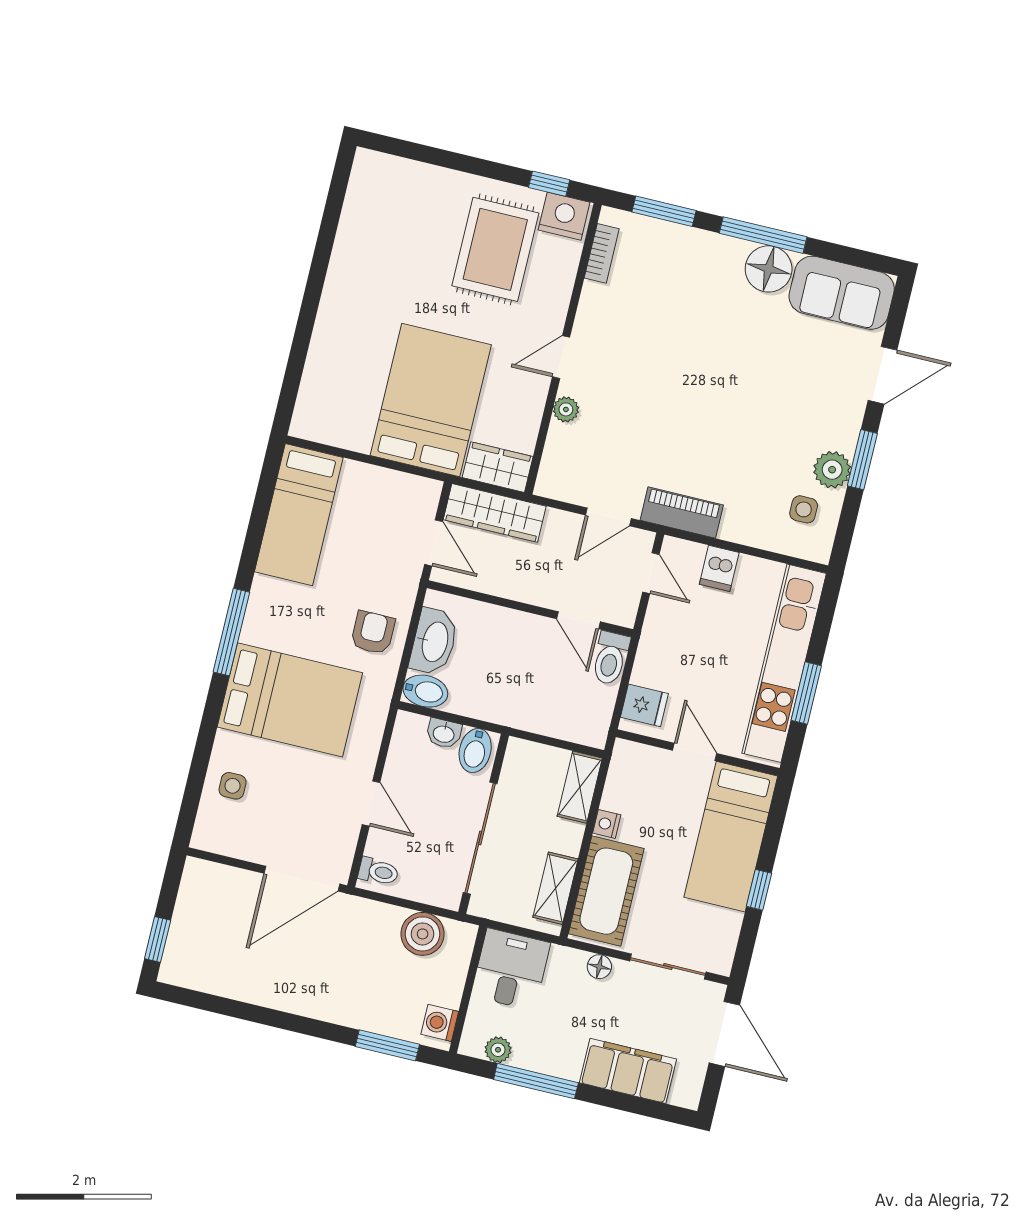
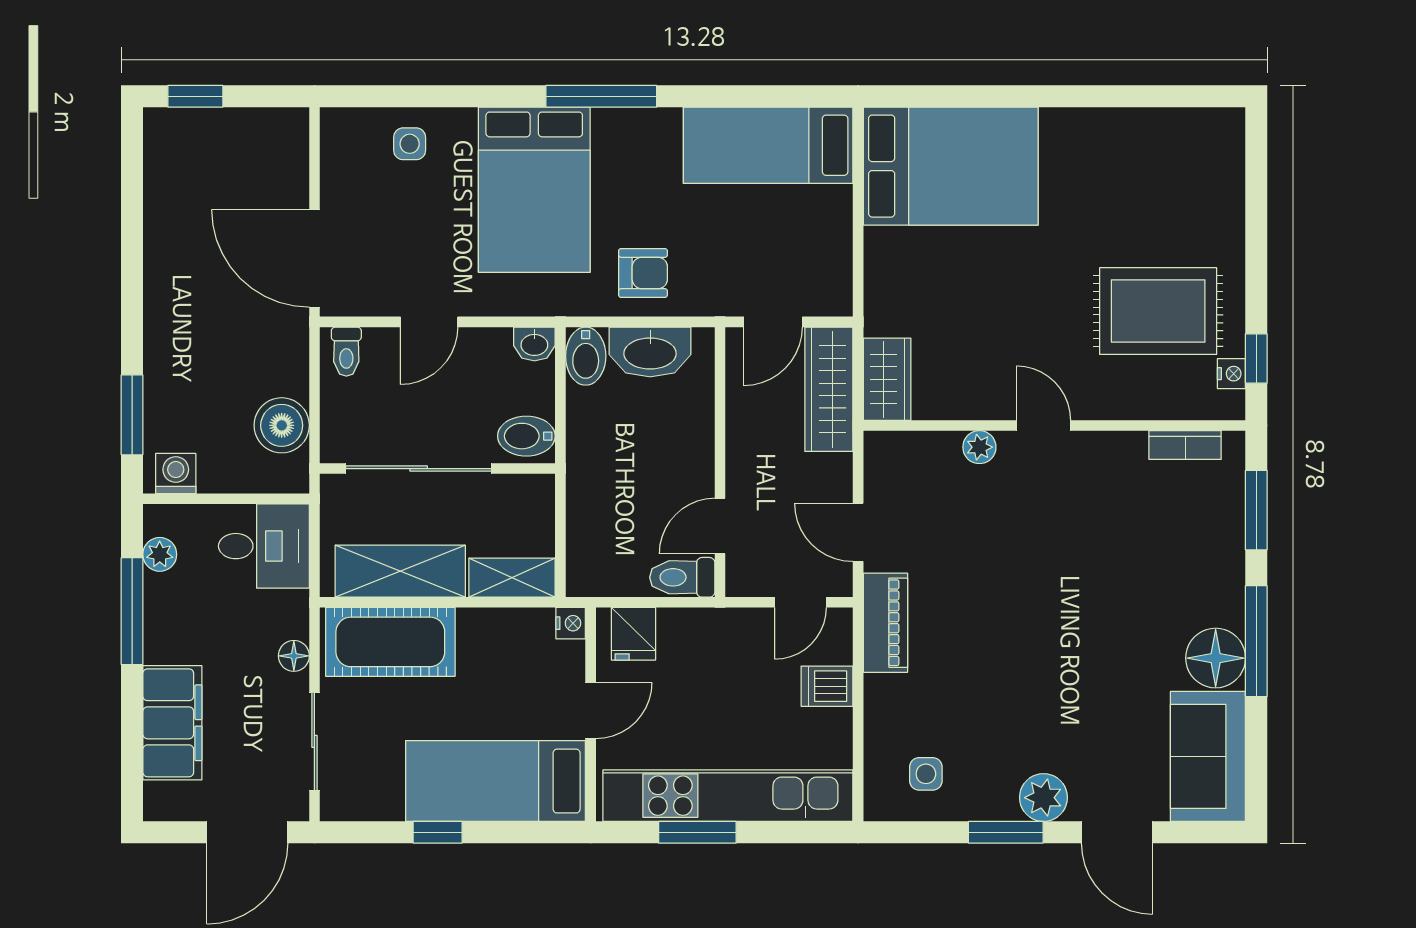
nightstand: (564, 216) -> (1231, 374), width x0.53, depth x0.56
bed: (431, 400) -> (951, 166), moved
plant: (832, 470) -> (1043, 798), moved
washbasin: (444, 733) -> (534, 344), moved, turned -90
nightstand: (607, 824) -> (571, 623), moved, turned 90
shelving: (555, 888) -> (400, 571), width x1.50, depth x1.33

